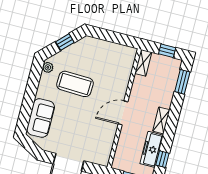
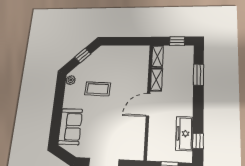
window: (182, 82) -> (199, 75), moved
coffee table: (75, 84) -> (98, 89), width x0.73, depth x0.76
shelving: (161, 120) -> (156, 80), moved

